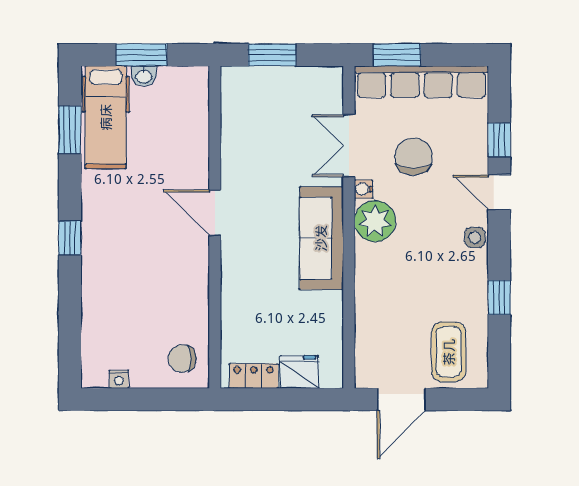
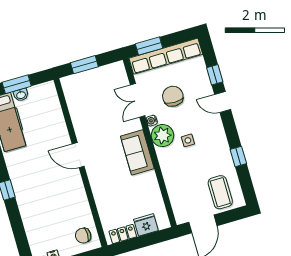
side table: (475, 237) -> (188, 140), moved
sofa: (321, 238) -> (137, 152), width x0.73

